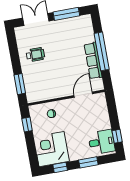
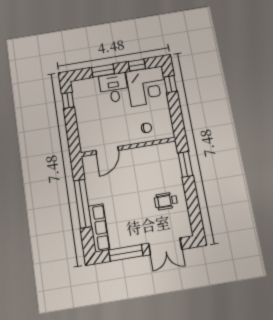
row of seats: (93, 61) -> (99, 228), moved
window: (27, 125) -> (170, 84), moved
desk: (102, 142) -> (114, 88), moved, turned 90

